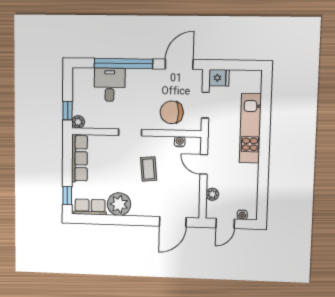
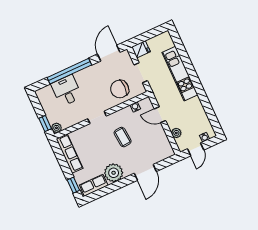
door: (173, 222) -> (145, 172), moved

